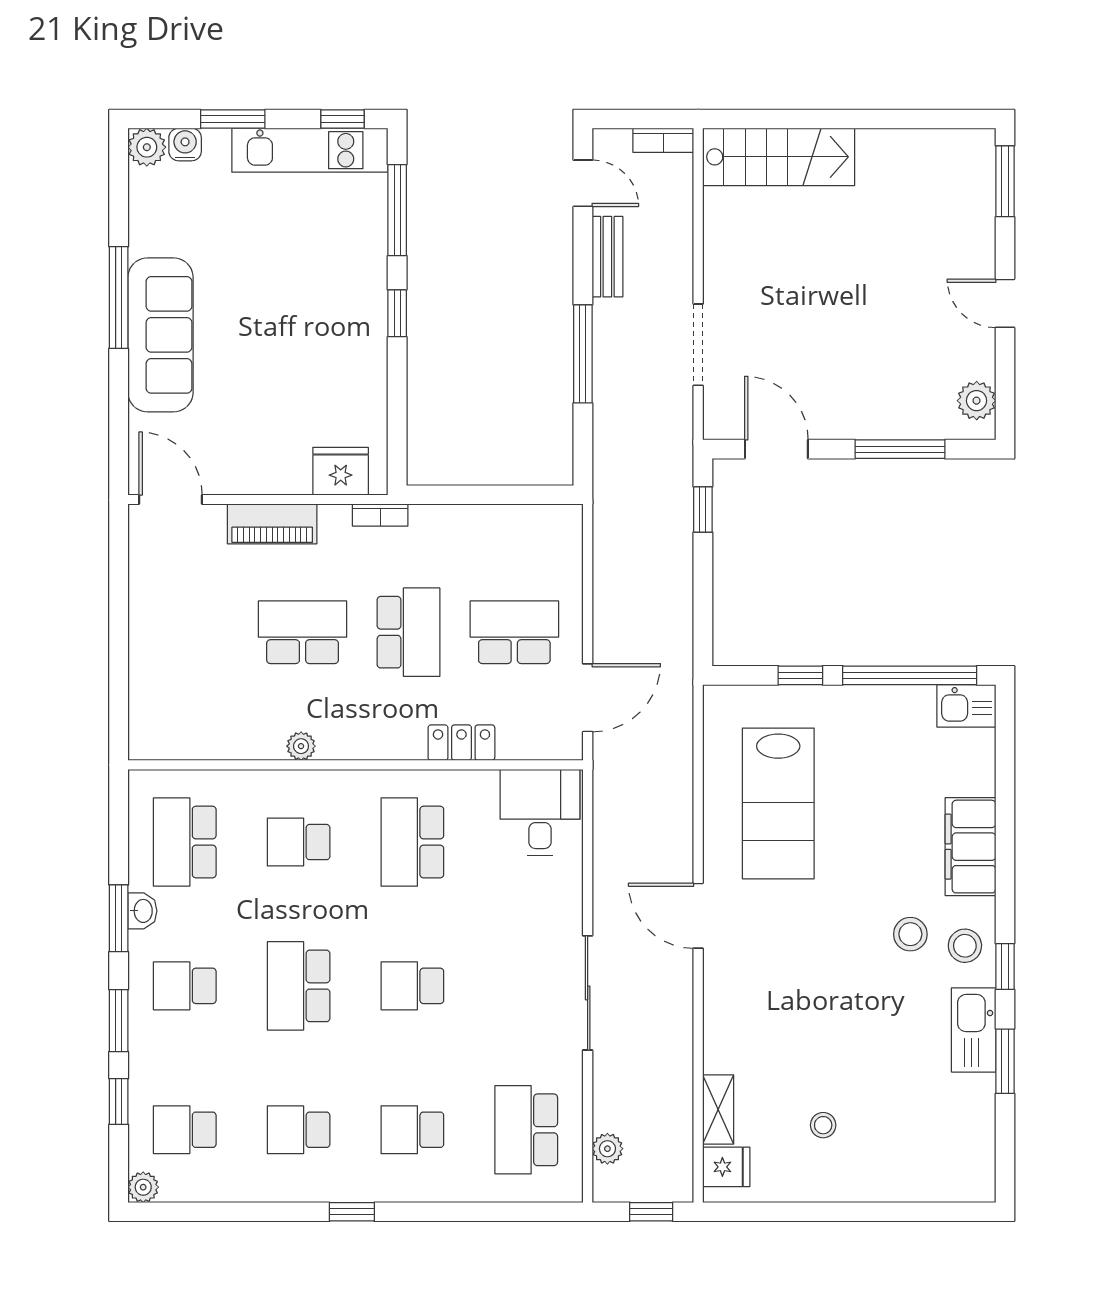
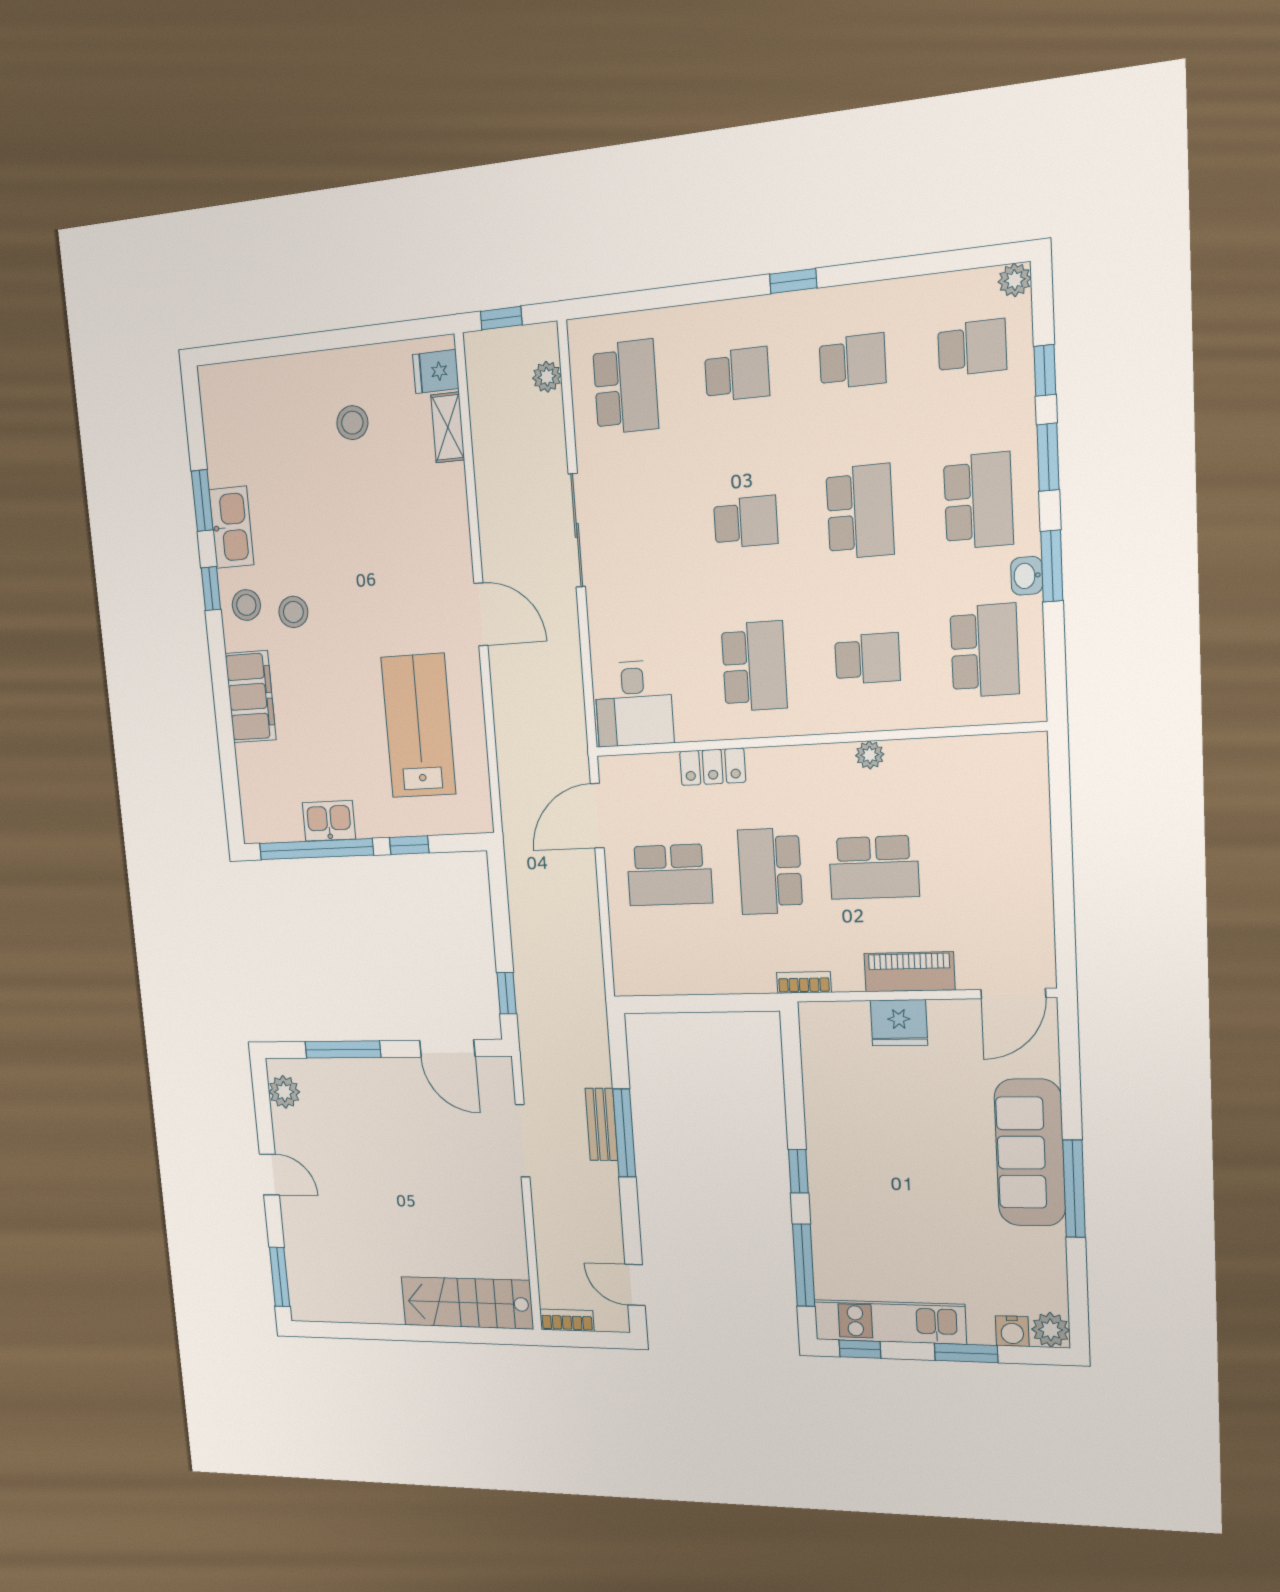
bench: (607, 257) -> (602, 1124), moved
fridge: (341, 471) -> (899, 1023), moved
door: (171, 500) -> (1013, 994), hinge flipped
kitchen sink: (966, 706) -> (329, 821), moved
school desk: (185, 986) -> (978, 501), width x1.85
stool: (823, 1125) -> (352, 423), width x1.37, depth x1.37

